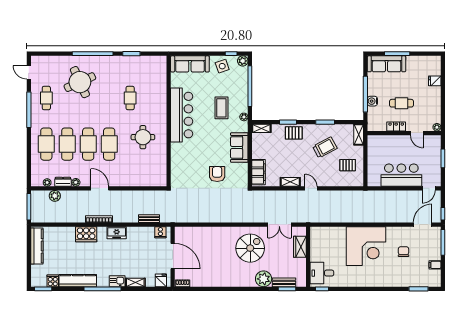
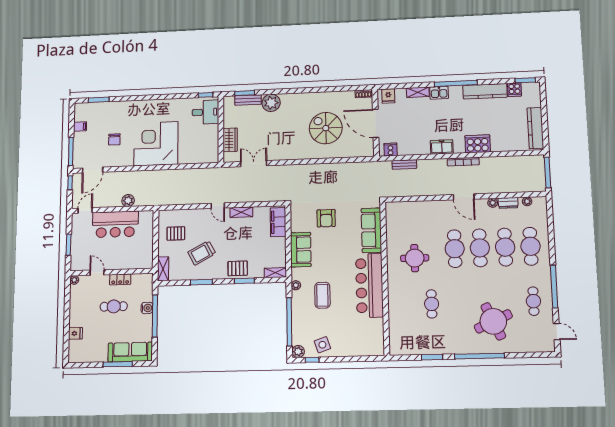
sofa: (190, 64) -> (371, 230), moved, turned -90
plant: (55, 196) -> (128, 201), moved
spiral stairs: (250, 248) -> (326, 128), moved, turned 90

